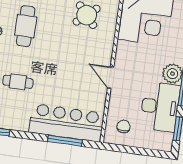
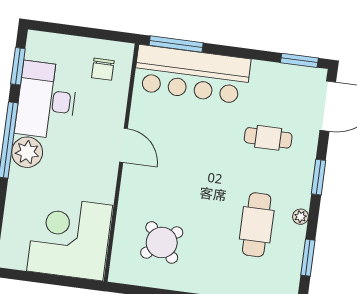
window: (65, 141) -> (176, 44), moved

